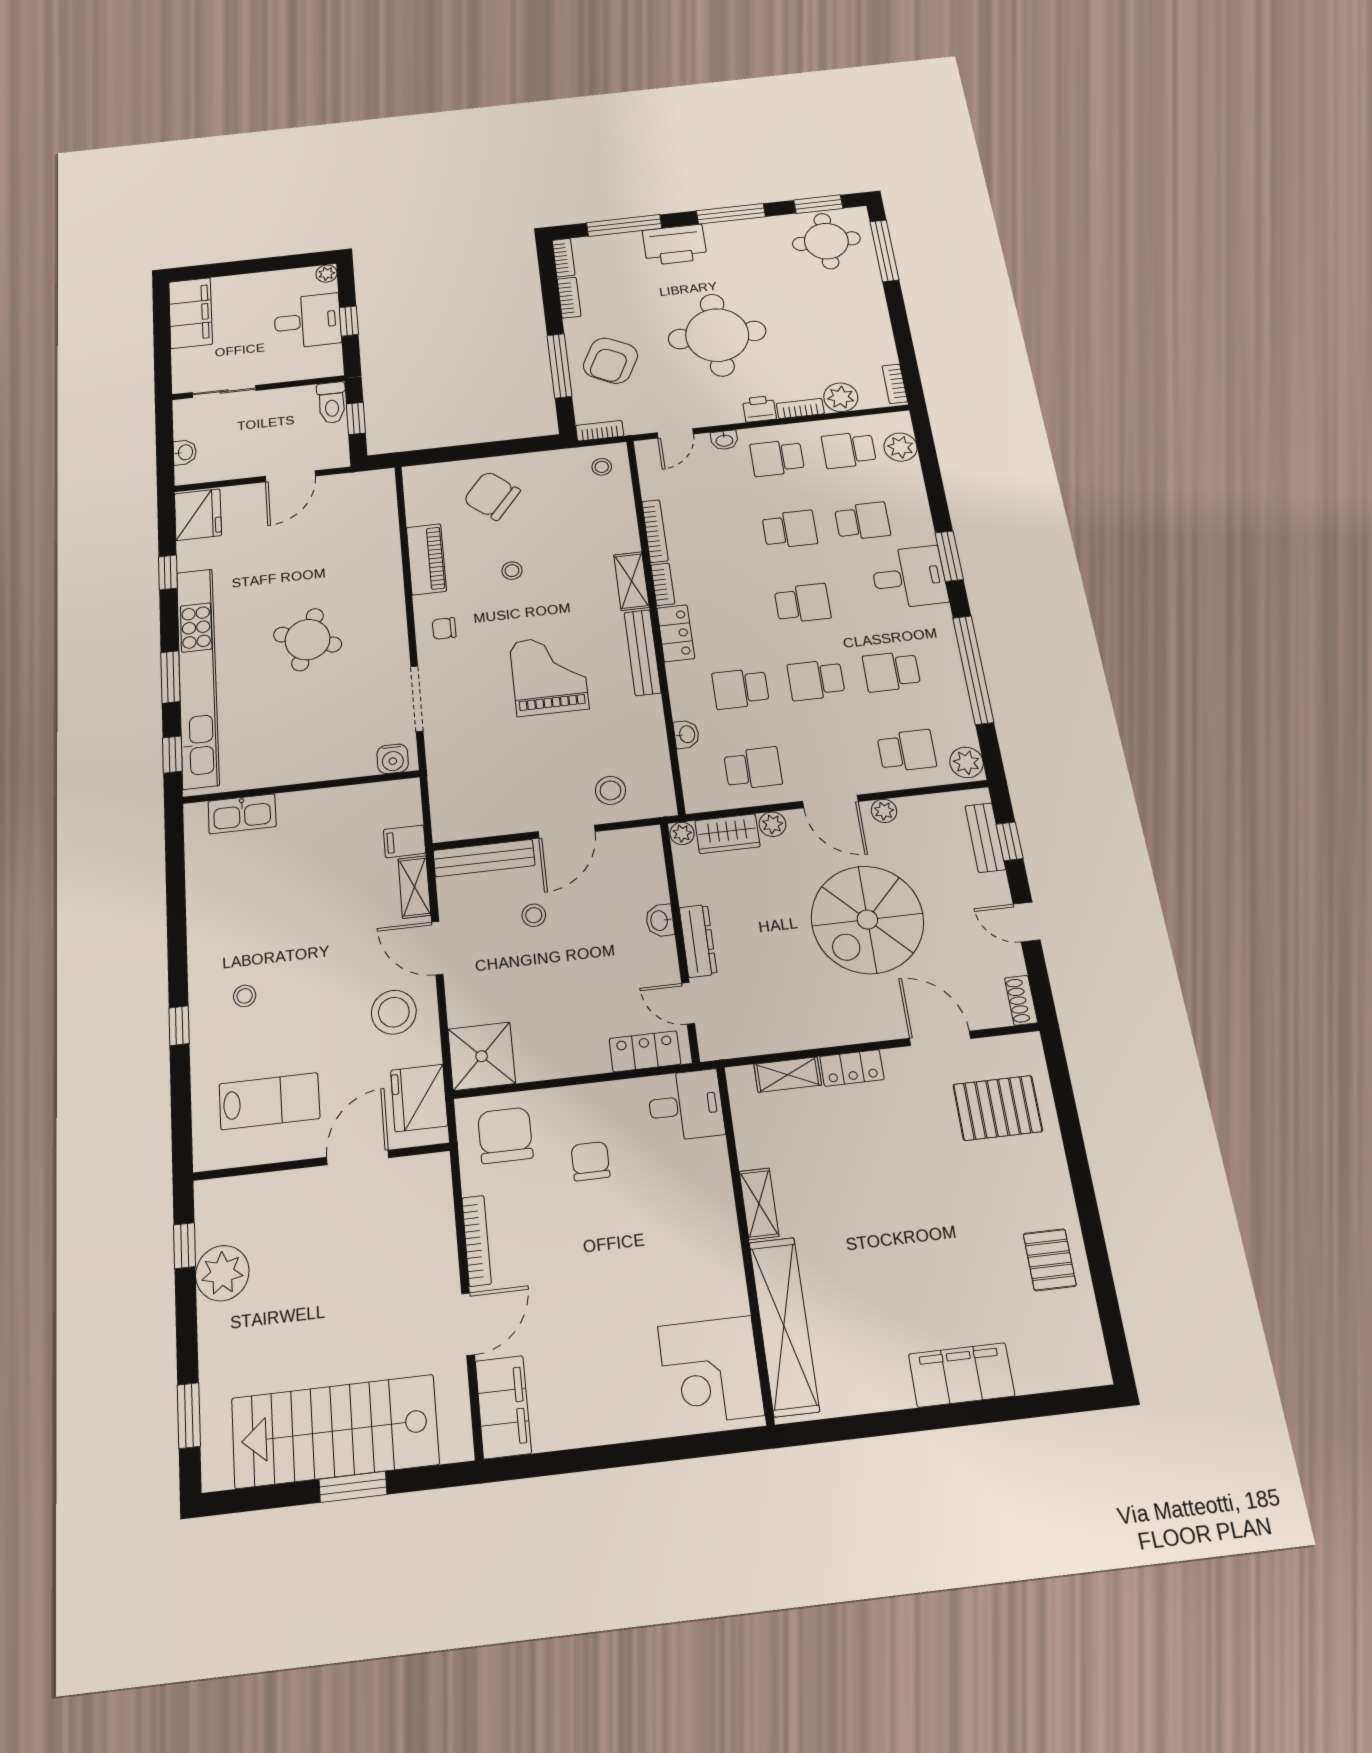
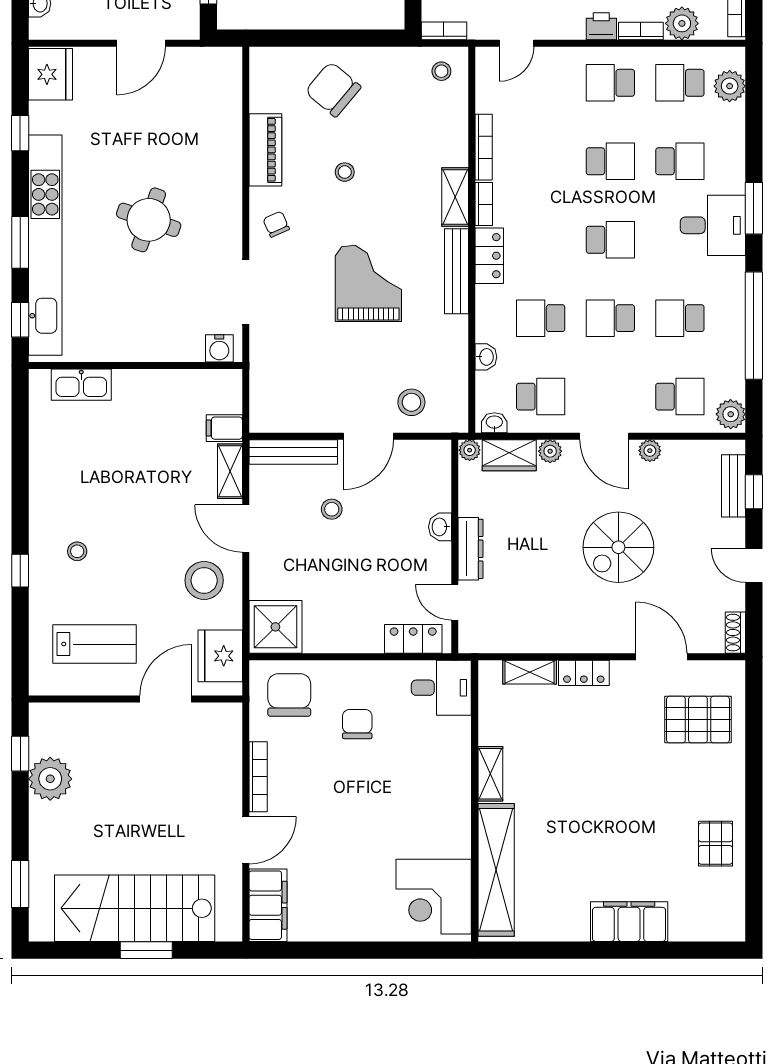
washbasin: (724, 440) -> (494, 423), moved, turned 180
chair: (444, 628) -> (276, 224), turned 66
spiral stairs: (867, 920) -> (618, 547), width x0.73, depth x0.73

